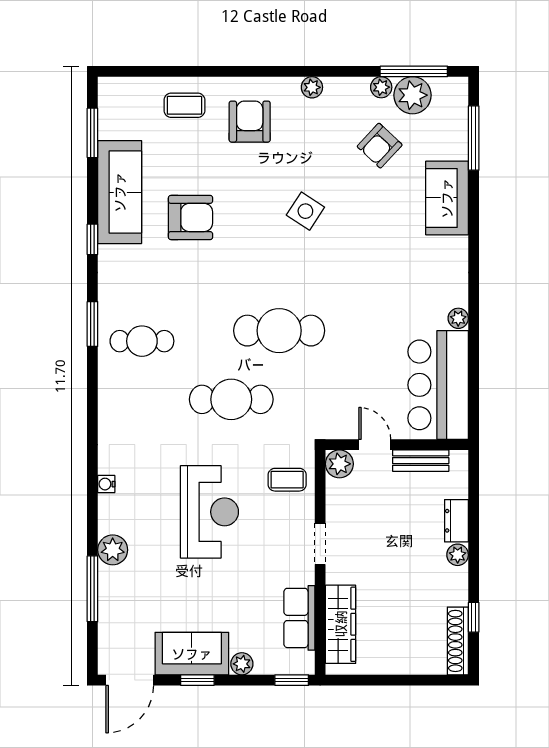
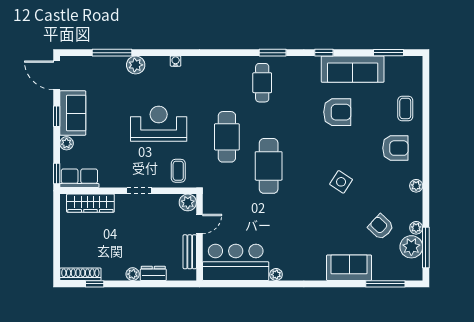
armchair: (190, 217) -> (337, 112), turned -90
reception desk: (209, 512) -> (159, 124), turned 180
row of seats: (299, 618) -> (79, 178), moved

